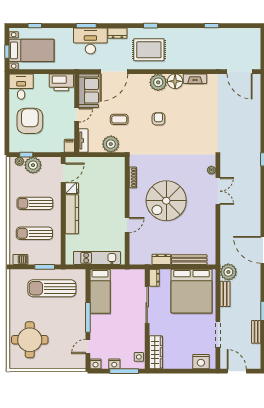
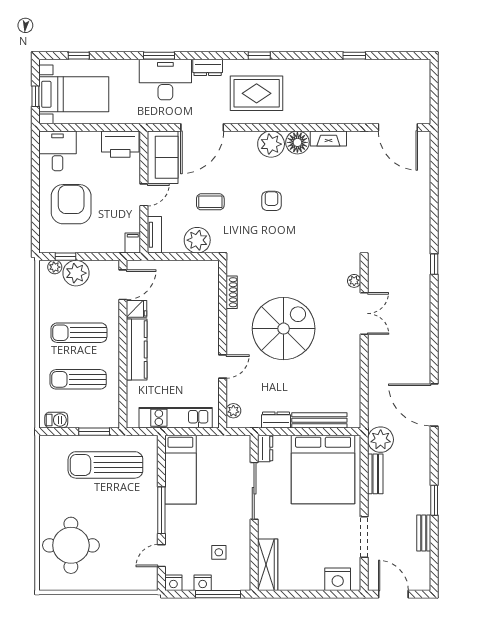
spiral stairs: (166, 201) -> (284, 329), turned 180
plant: (134, 253) -> (233, 411), added
side table: (139, 357) -> (219, 552), moved

